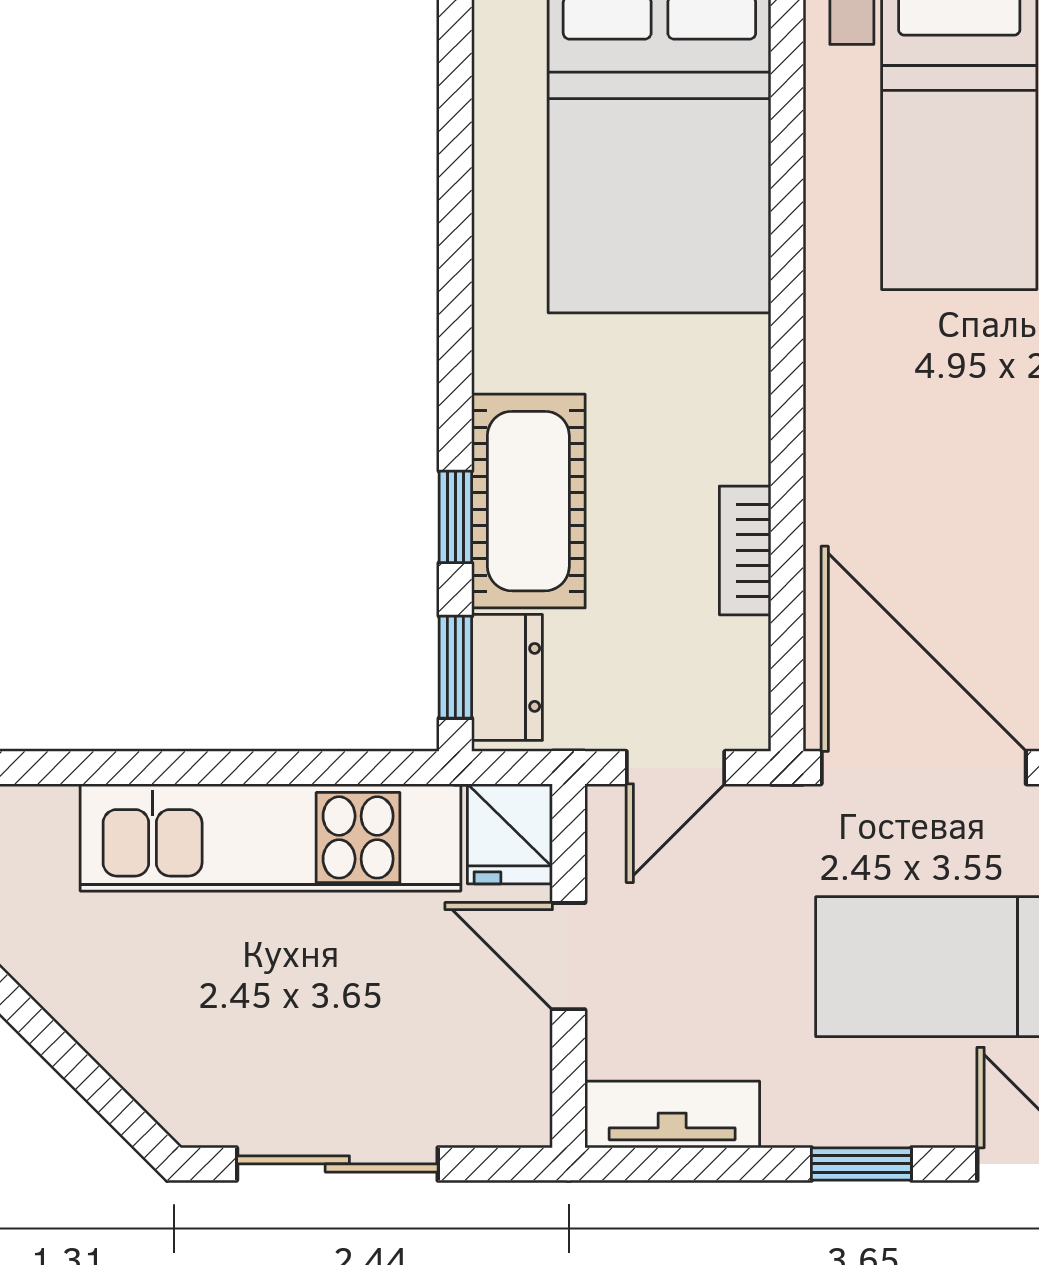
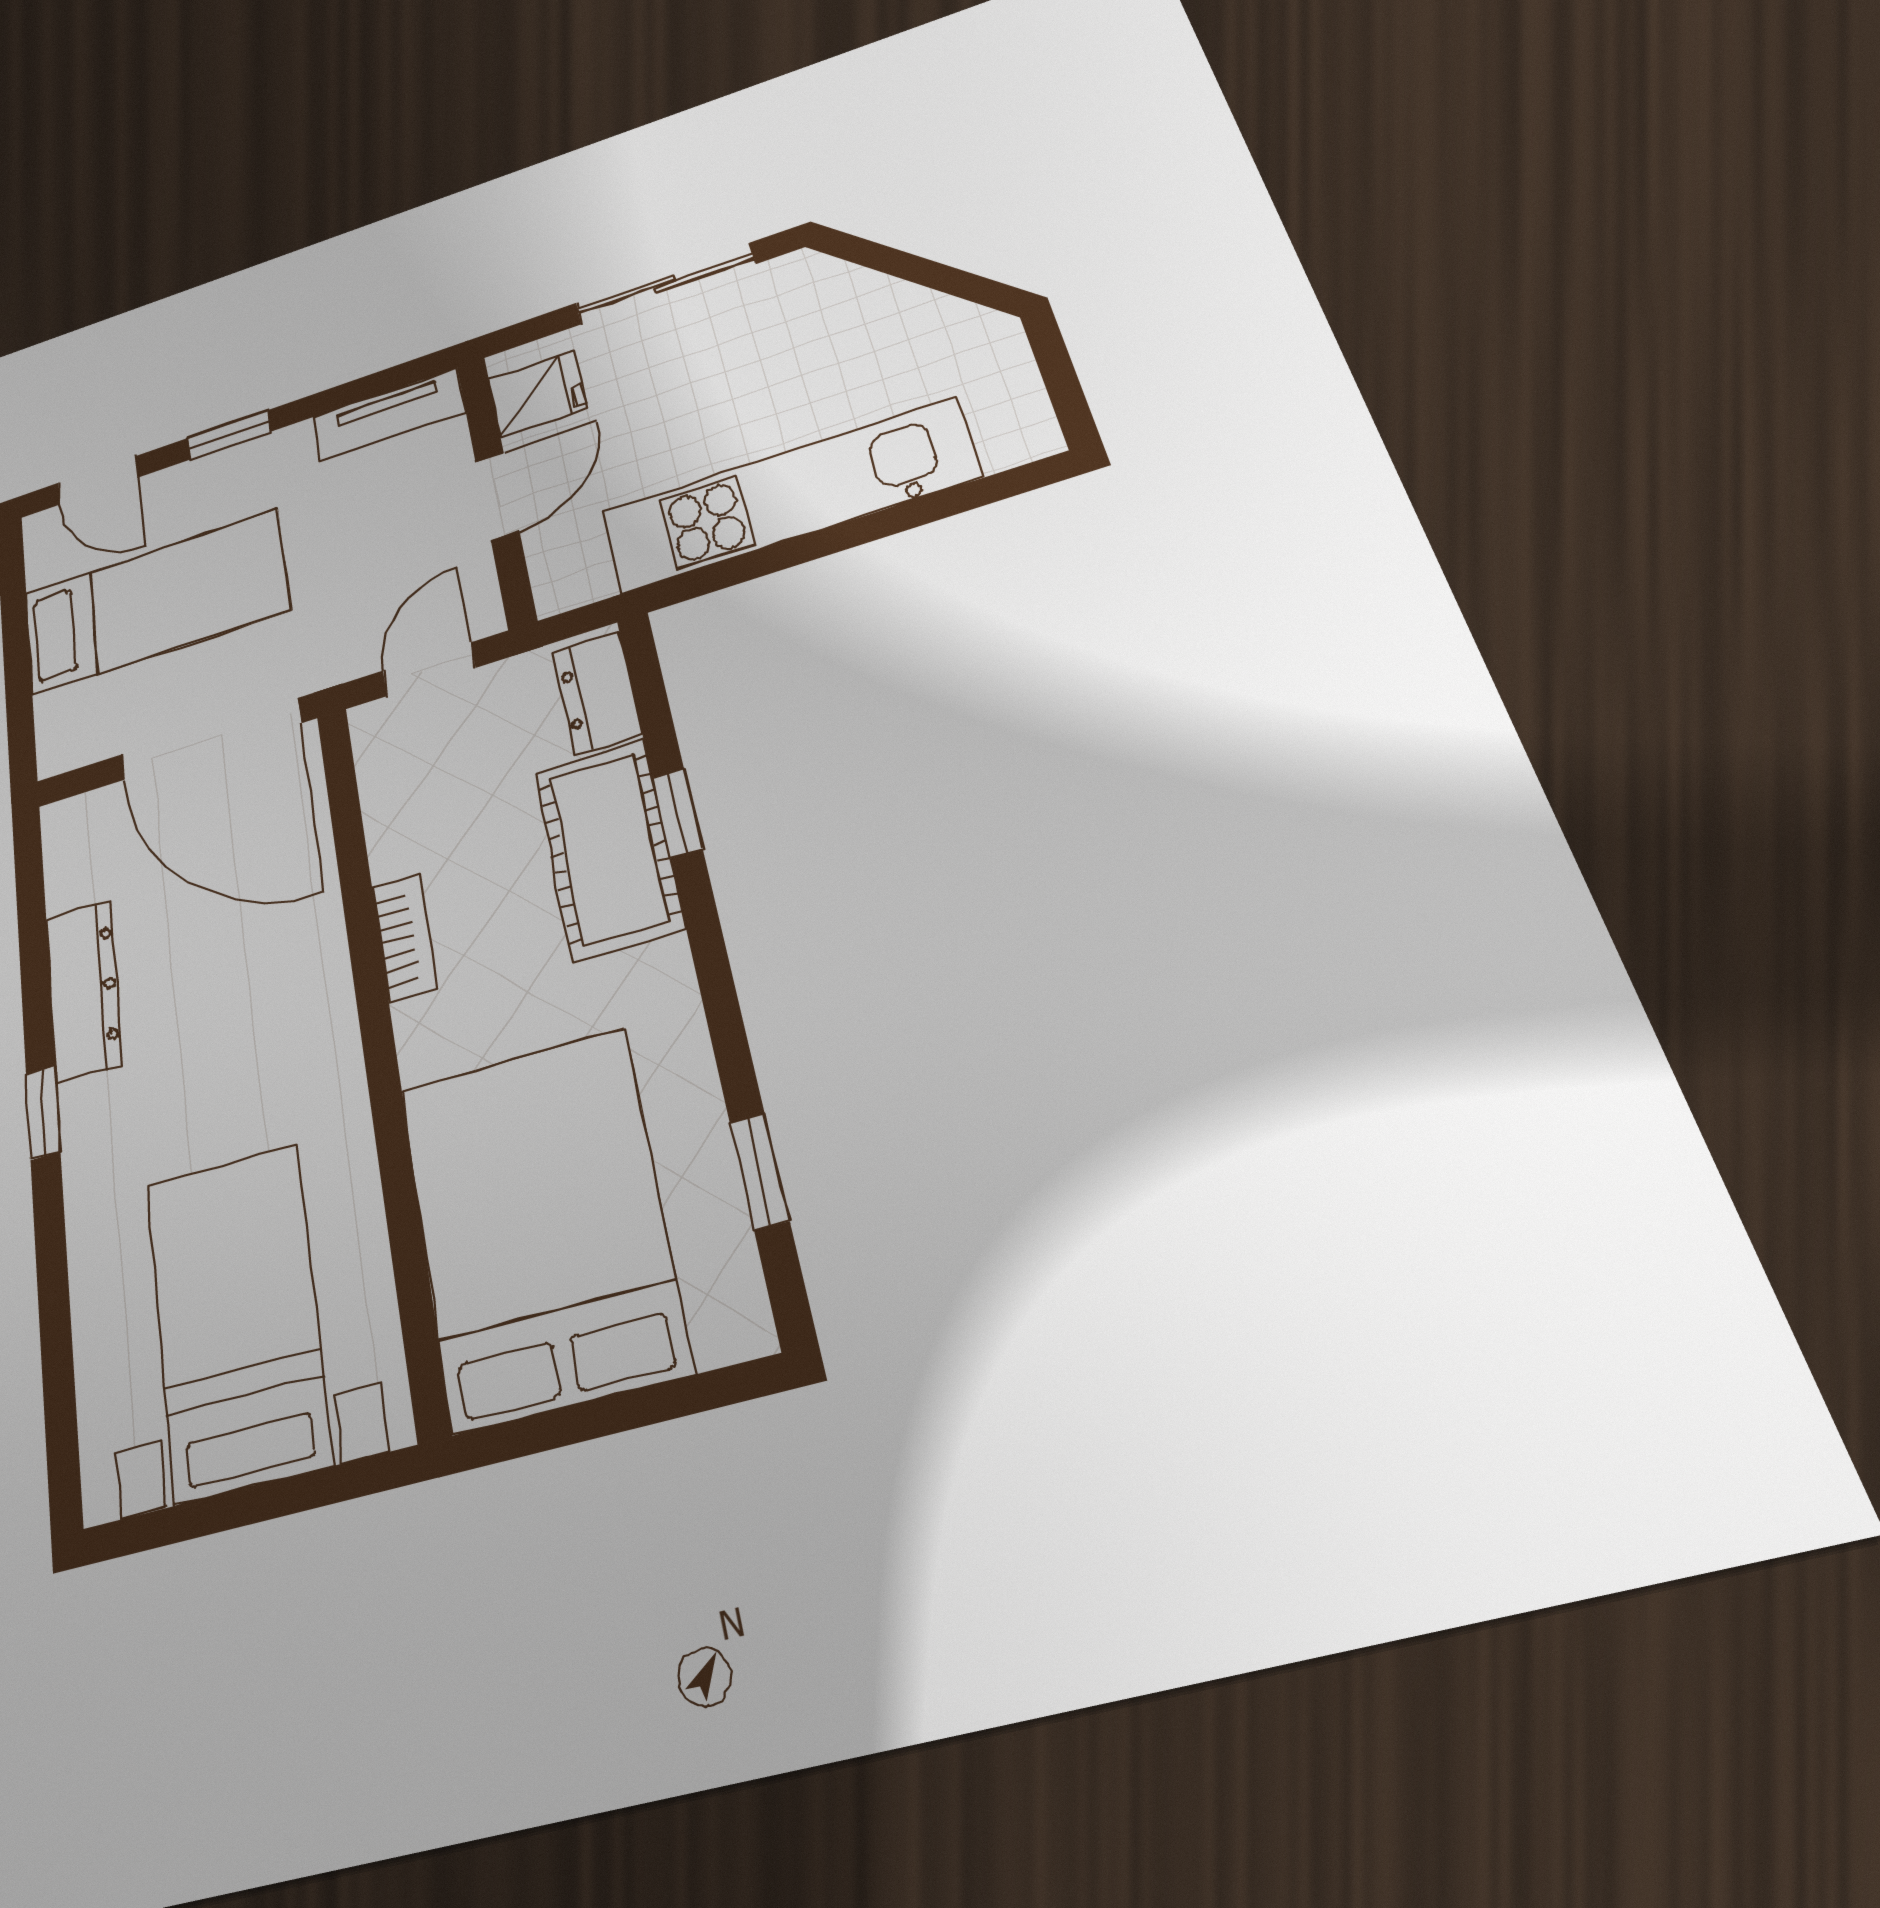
bookcase: (745, 550) -> (405, 938), moved
window: (455, 667) -> (759, 1171), moved
fridge: (509, 834) -> (537, 394), moved, turned 90
door: (569, 956) -> (497, 496), hinge flipped

